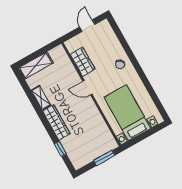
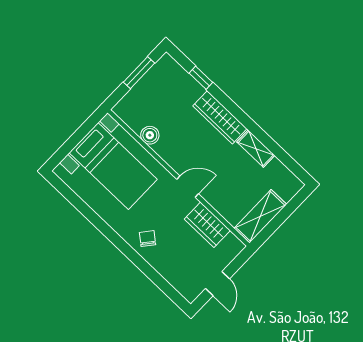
shelving: (36, 65) -> (260, 216), moved
boiler: (100, 124) -> (150, 135), added
window: (104, 158) -> (139, 73), moved

